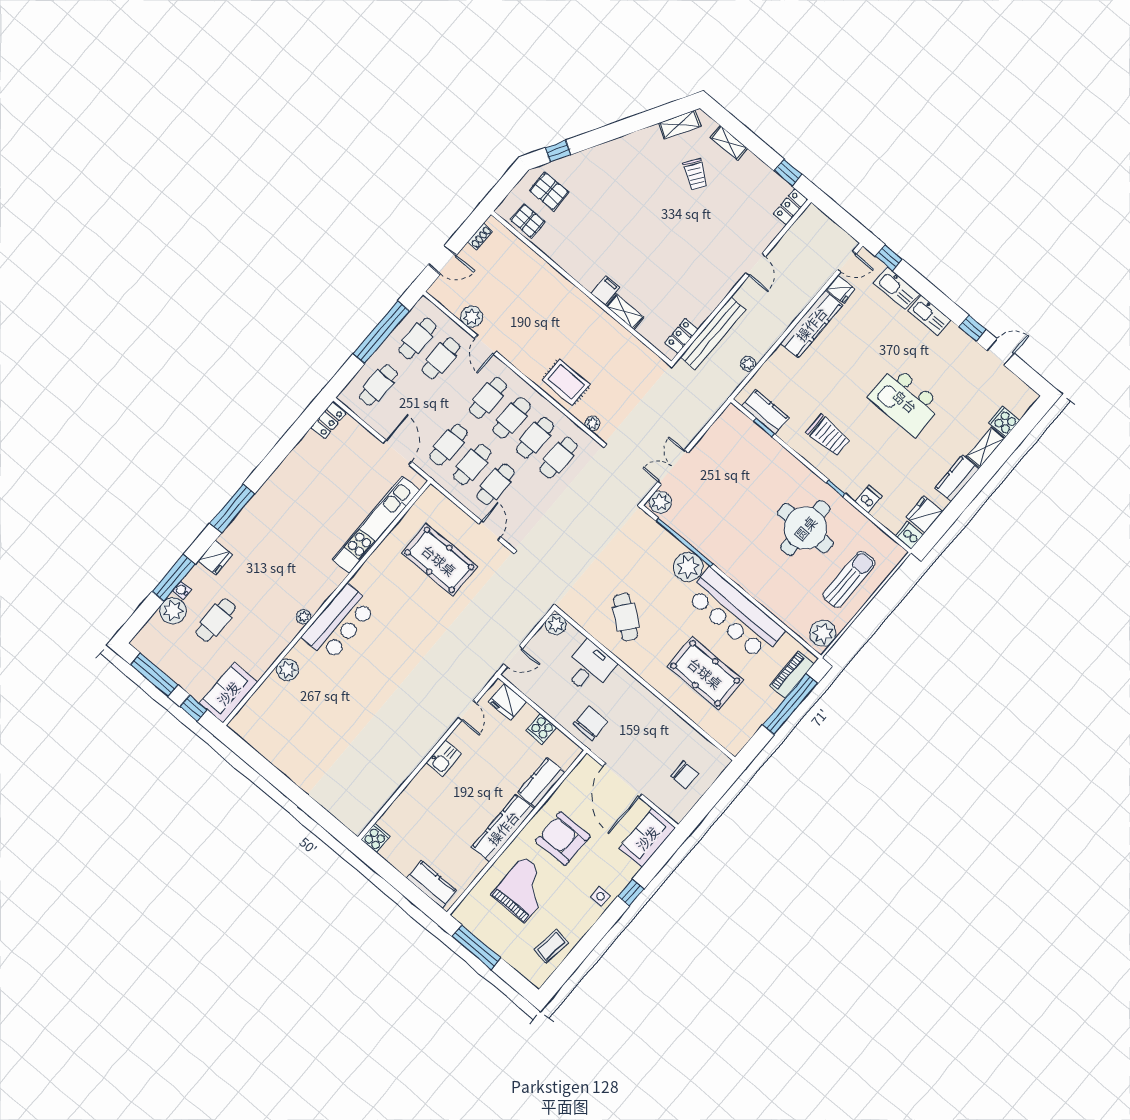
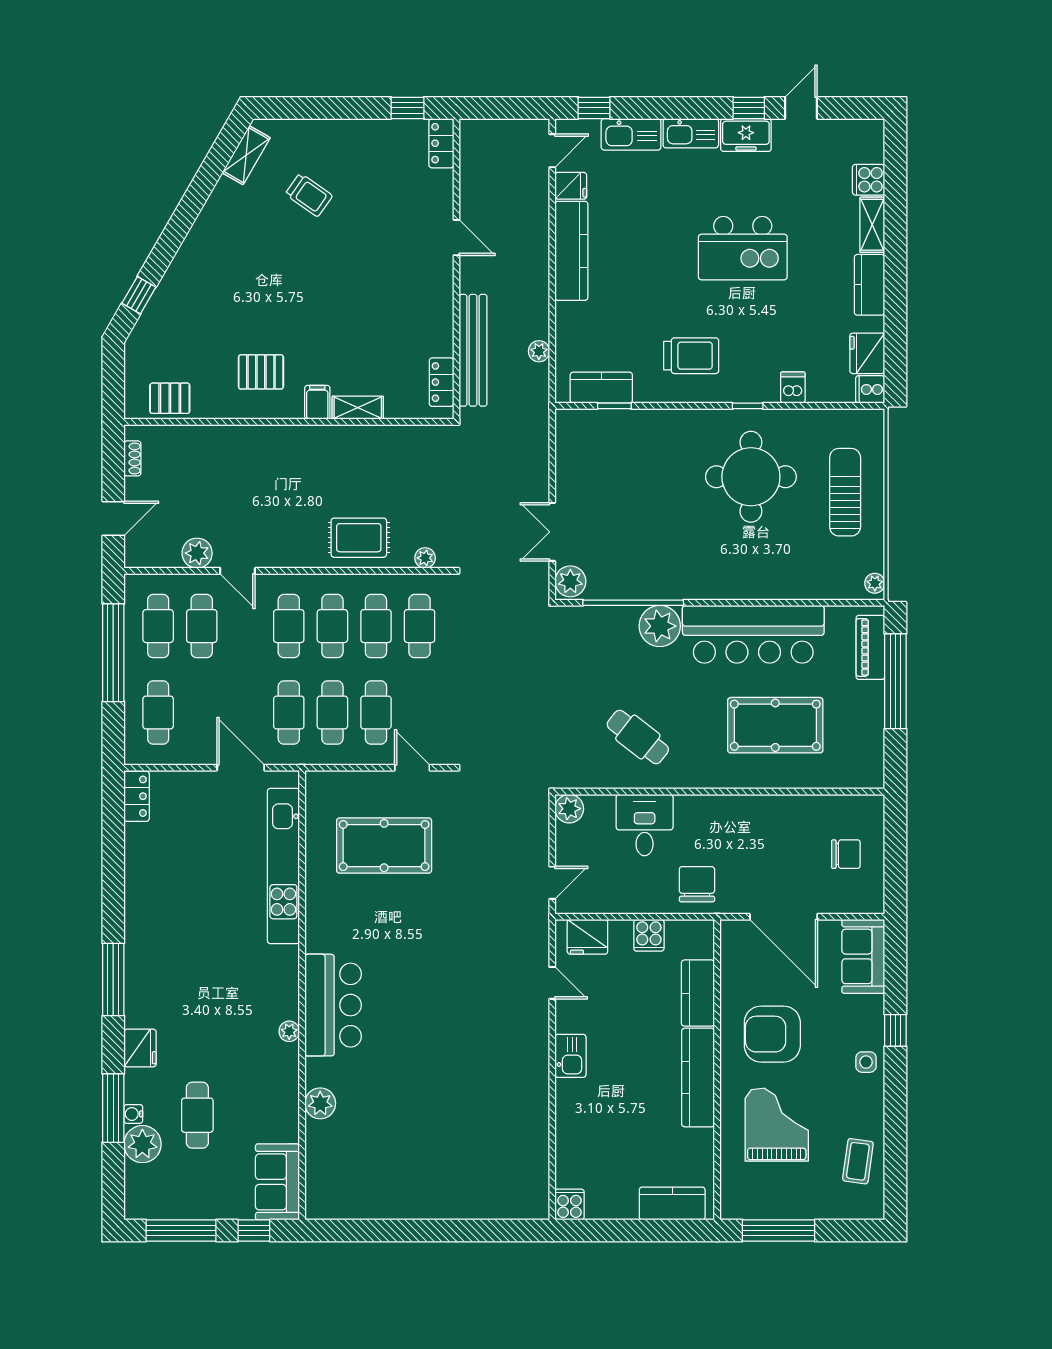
shelving: (729, 143) -> (316, 130), removed
pallet: (549, 191) -> (261, 372), moved
freezer: (958, 341) -> (746, 135), added
plant: (823, 633) -> (875, 583), width x0.53, depth x0.53

